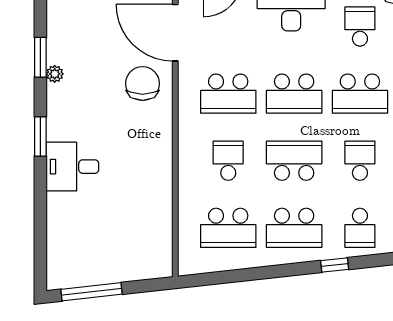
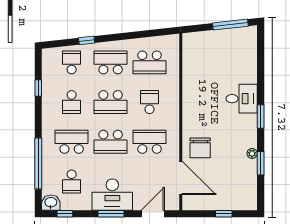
school desk: (294, 94) -> (111, 142), turned 180
school desk: (228, 161) -> (150, 102), turned 180
school desk: (228, 228) -> (150, 62), turned 180

